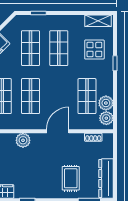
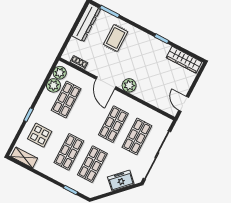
door: (58, 131) -> (106, 83), hinge flipped
plant: (23, 140) -> (129, 85), moved

